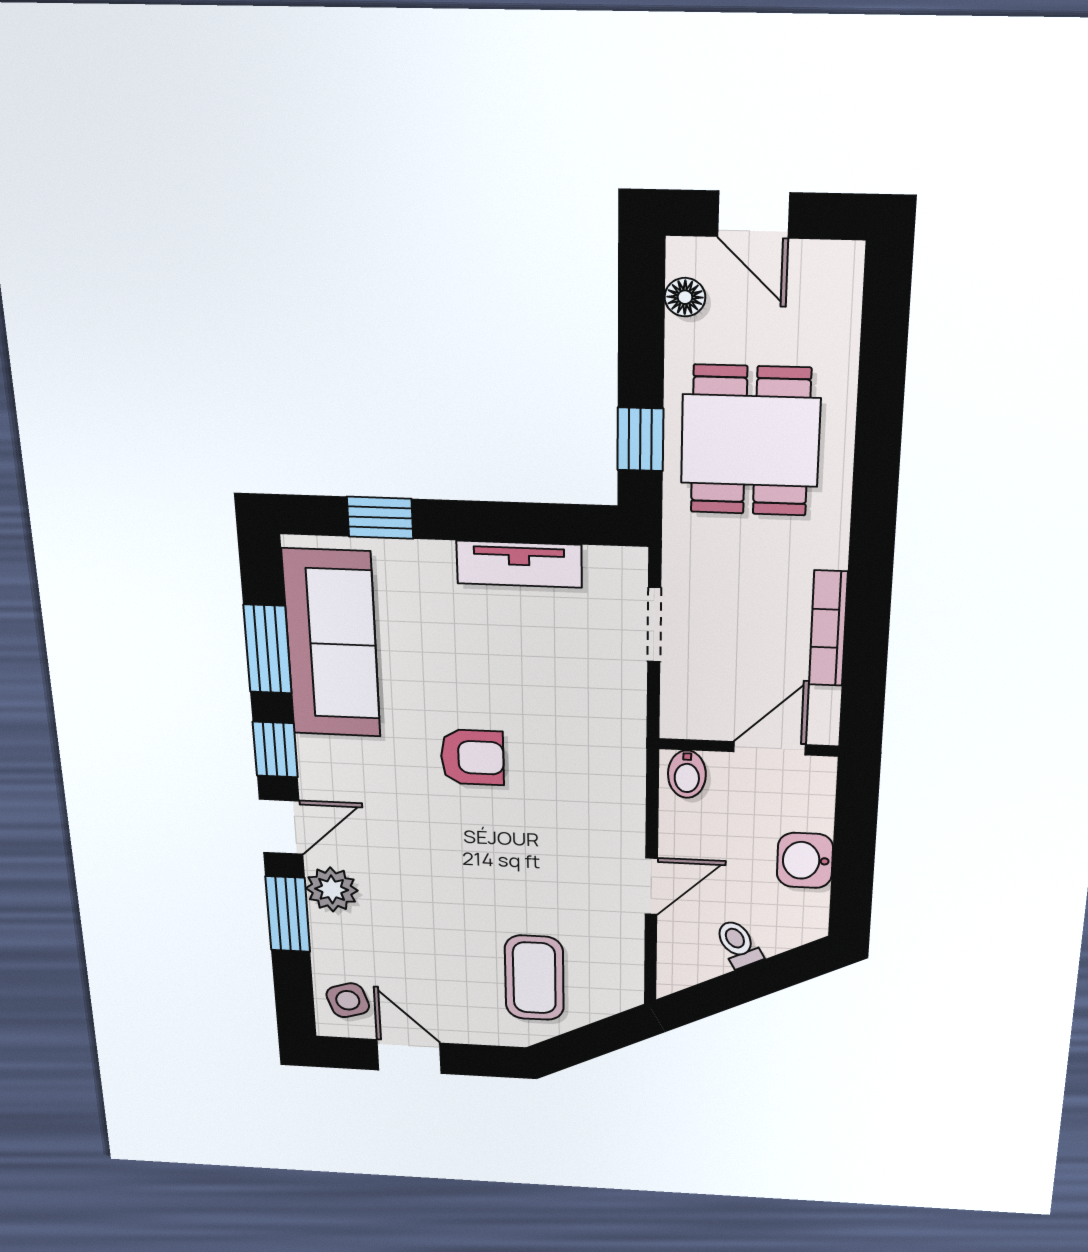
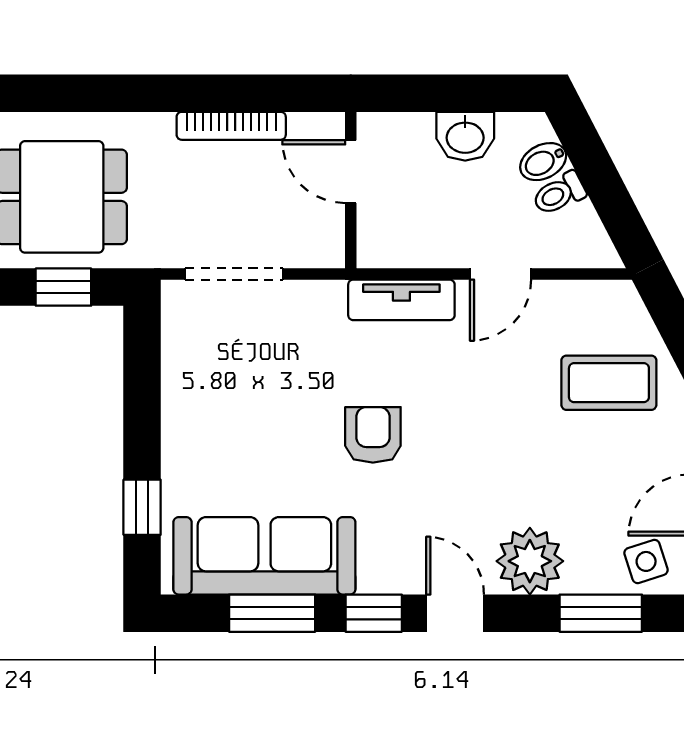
tv unit: (519, 564) -> (401, 300), moved, turned 90
doorway: (654, 625) -> (234, 274), width x1.38
bidet: (687, 774) -> (543, 162), moved, turned 153
door: (651, 886) -> (501, 274), swing flipped
plant: (332, 889) -> (530, 561), width x1.36, depth x1.36
window: (288, 914) -> (601, 613), moved

